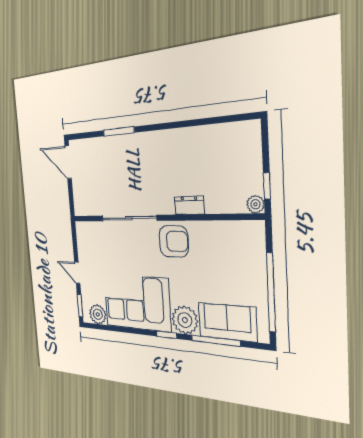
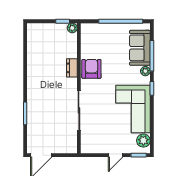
armchair: (174, 241) -> (91, 69), moved
plant: (185, 320) -> (145, 71), width x0.53, depth x0.53

